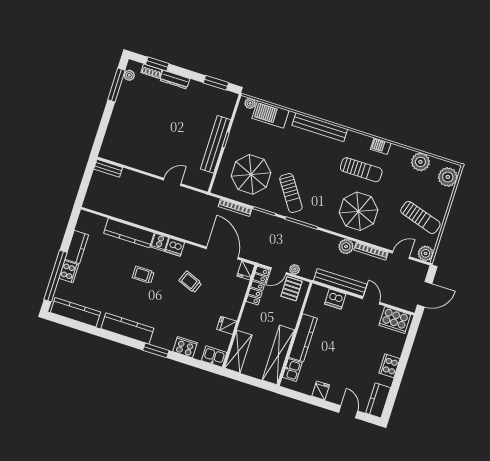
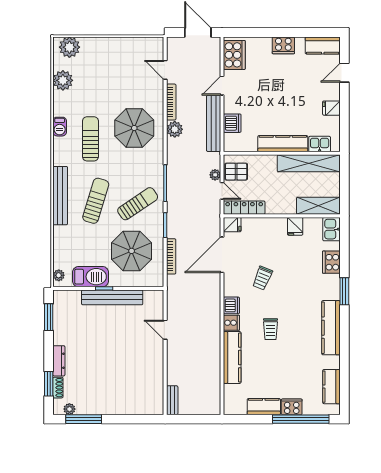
barbecue: (271, 114) -> (91, 277), moved, turned -90
sun lounger: (420, 217) -> (96, 201), moved
plant: (426, 253) -> (156, 45), removed
kitchen counter: (75, 312) -> (331, 387), width x0.67

